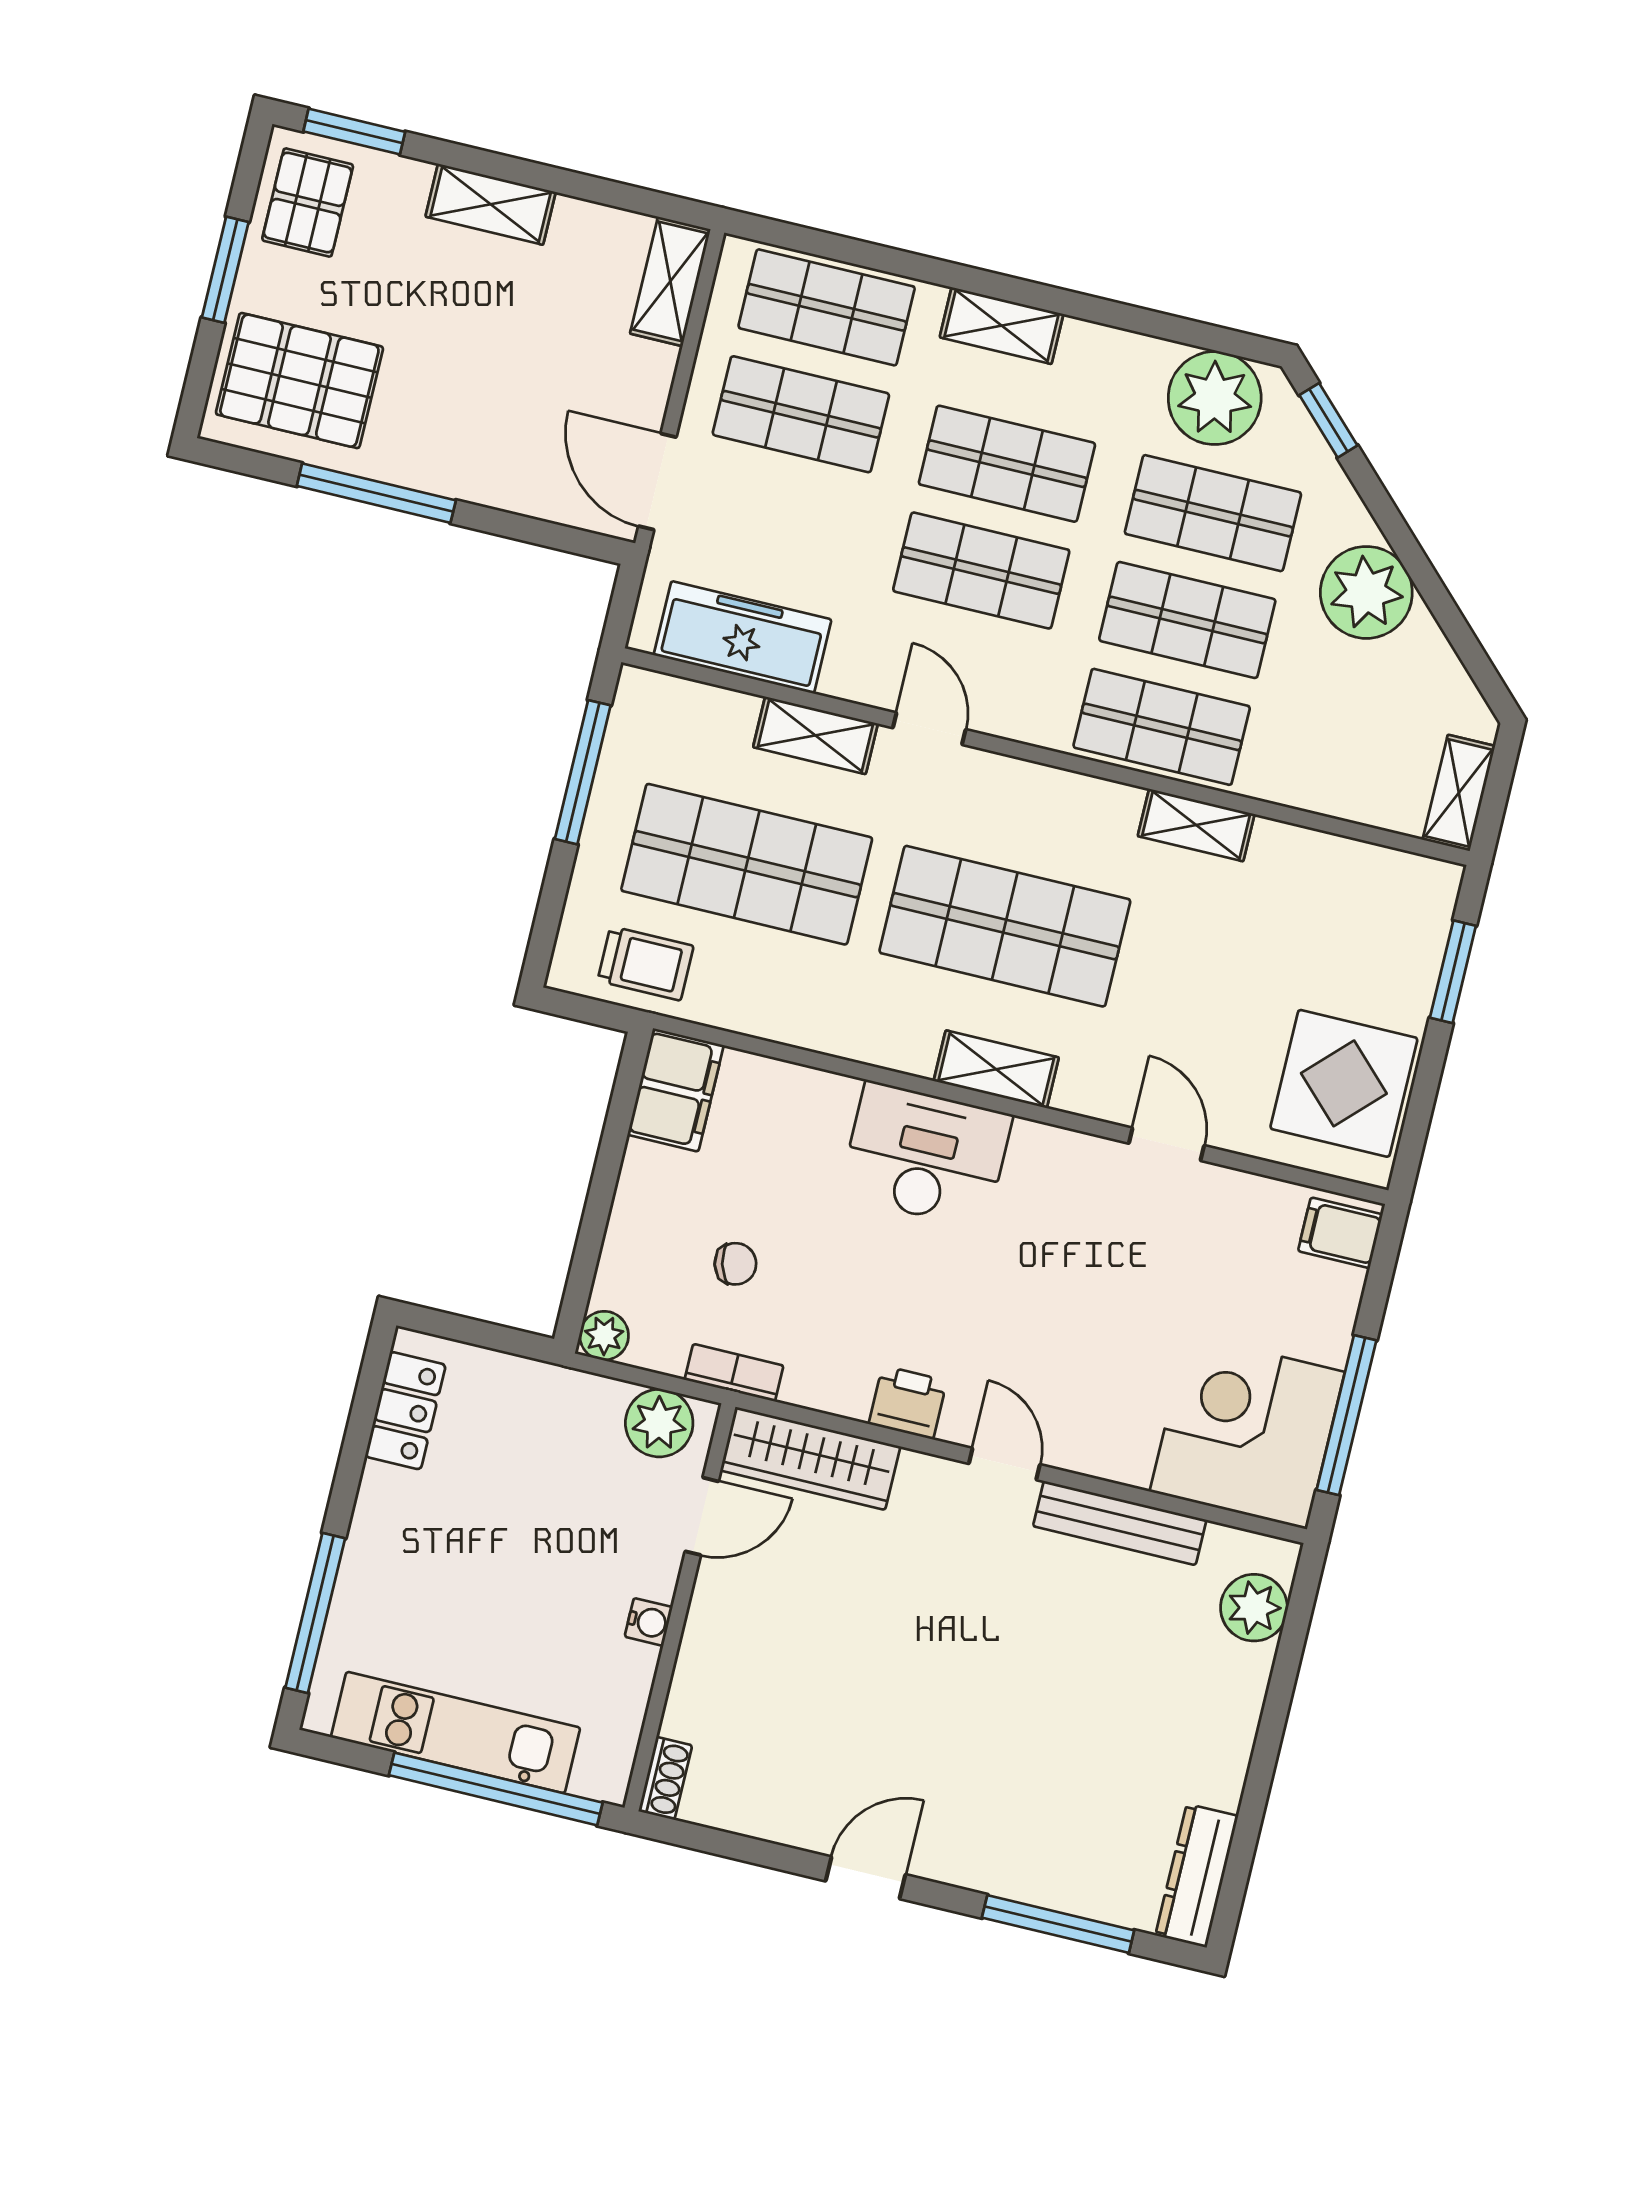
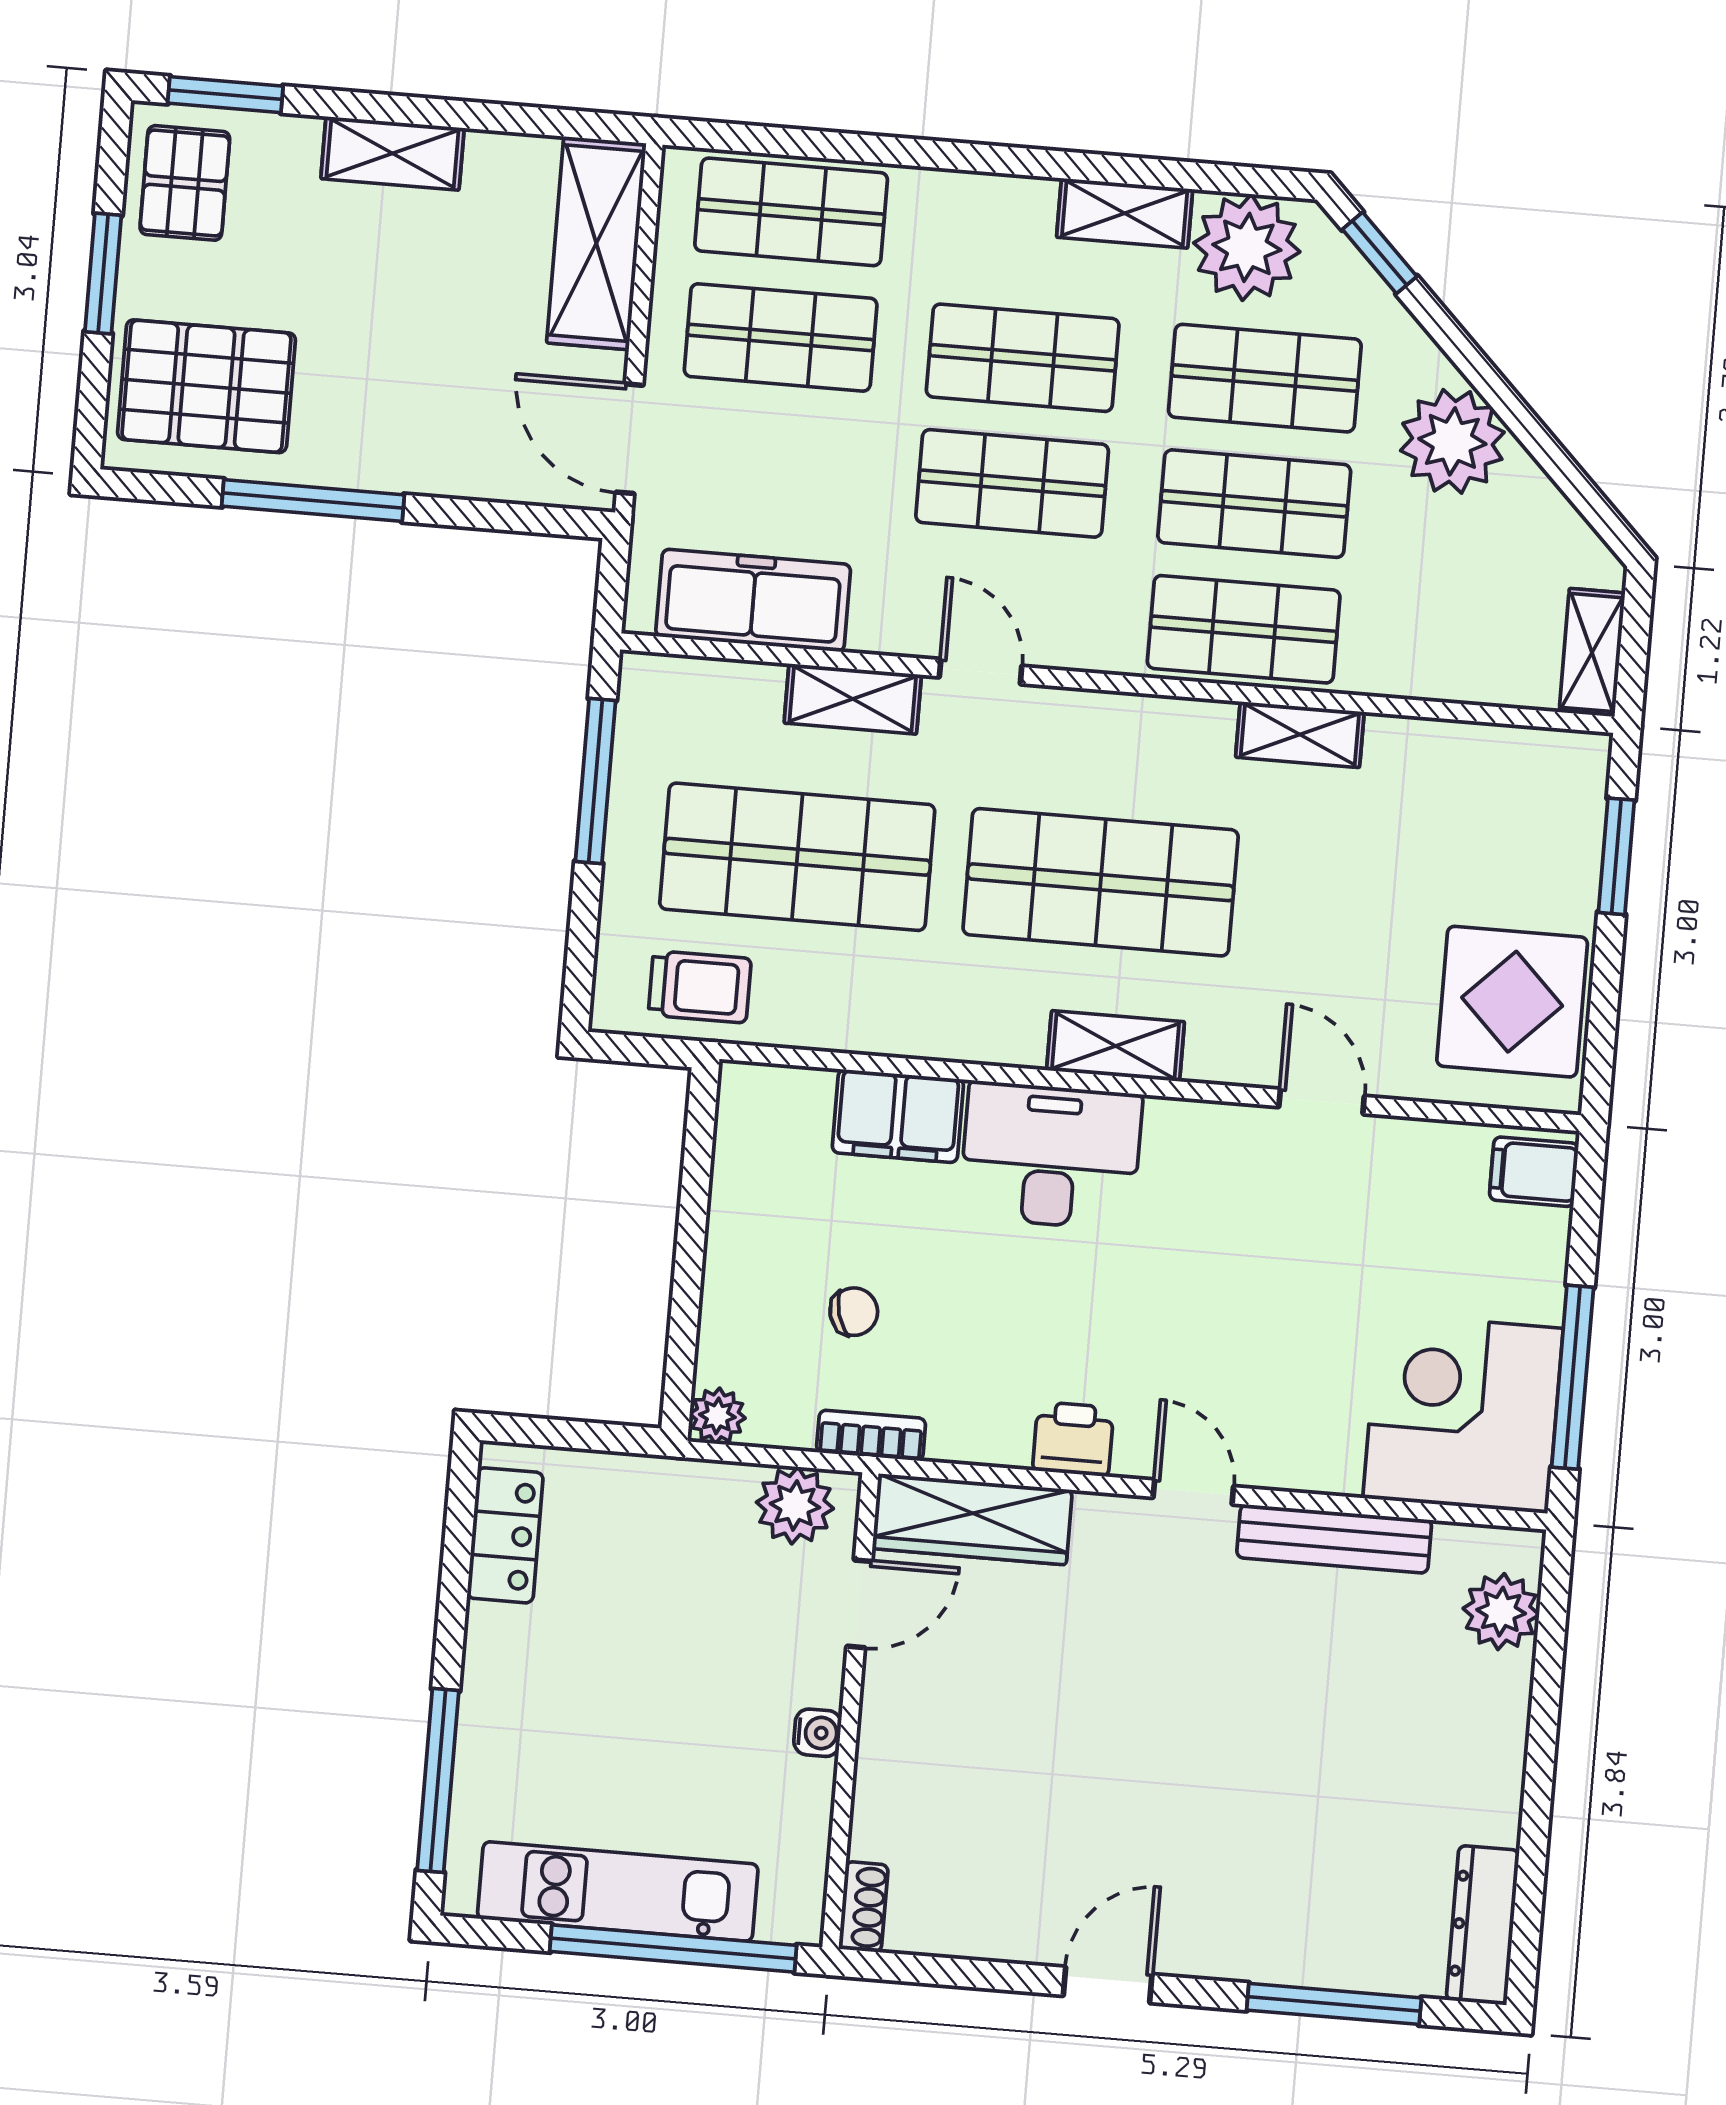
shelving: (670, 281) -> (596, 243), width x1.50, depth x1.33
shelving: (1002, 326) -> (1125, 213), moved
filing cabinet: (676, 1090) -> (898, 1116), moved, turned 90

